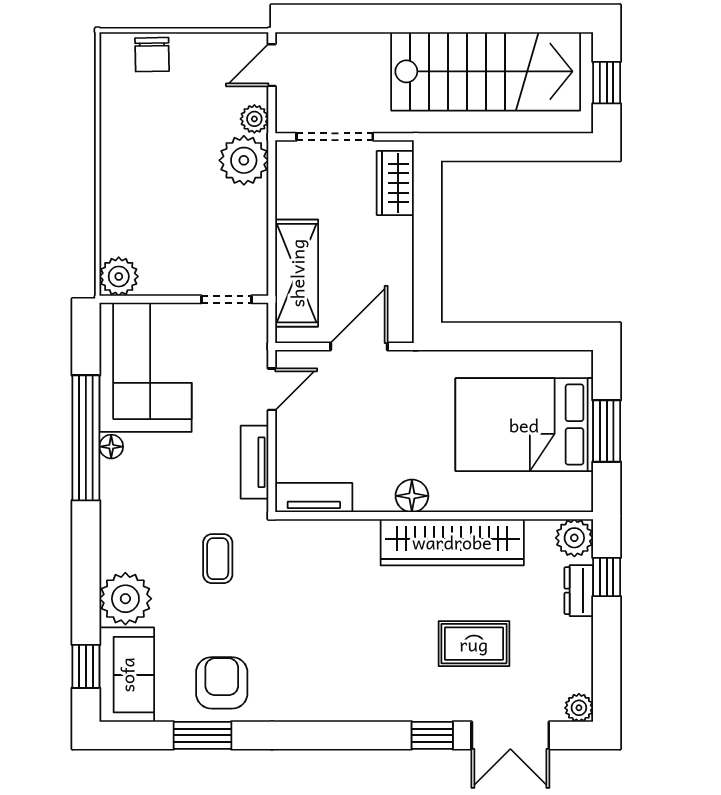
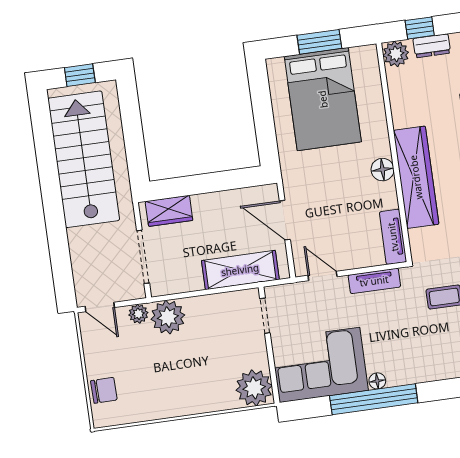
plant: (119, 276) -> (254, 388), width x1.36, depth x1.36
wardrobe: (452, 542) -> (416, 177), moved

